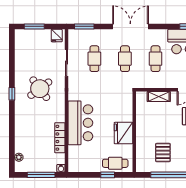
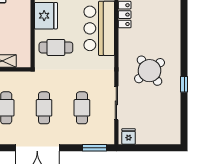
window: (34, 26) -> (156, 148), removed
window: (12, 94) -> (184, 84), moved
cafe table: (115, 107) -> (56, 47), added

